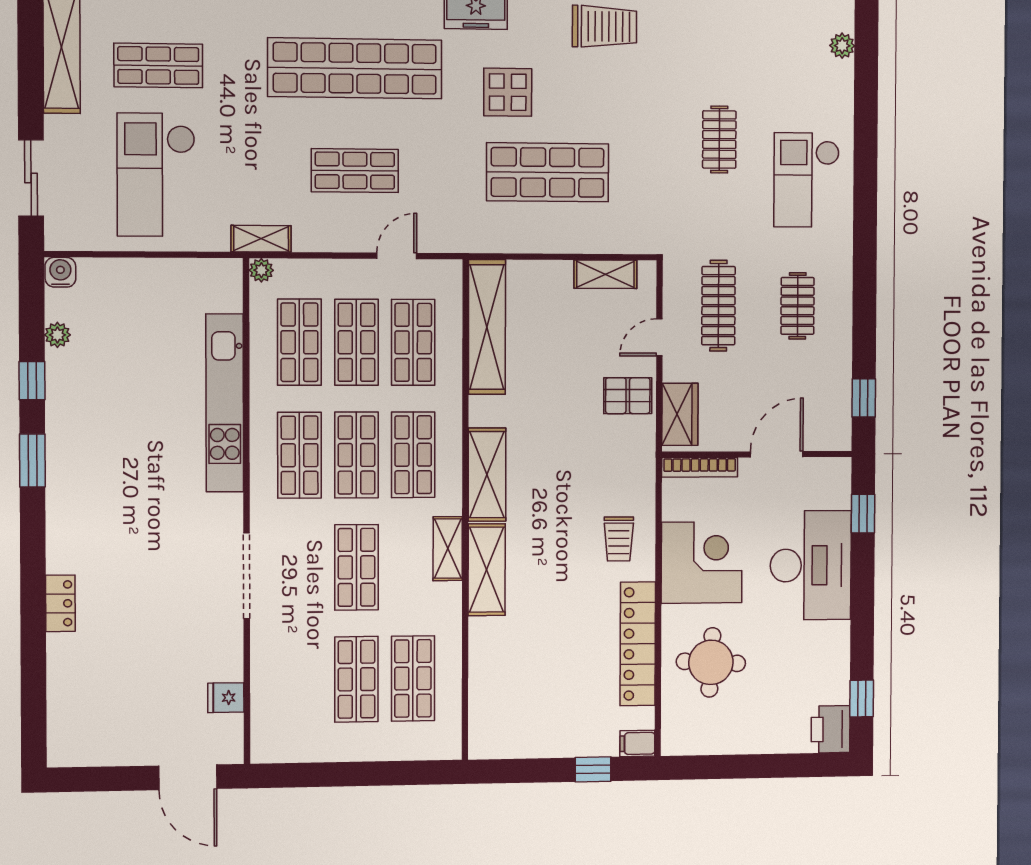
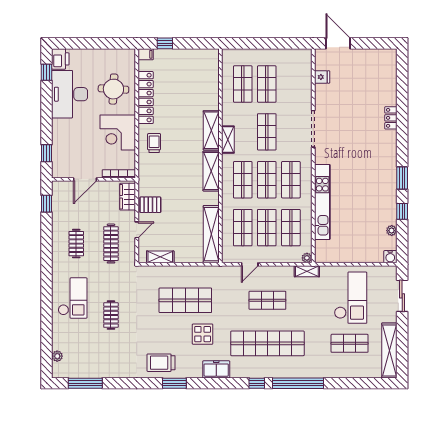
desk: (811, 565) -> (70, 94), moved

